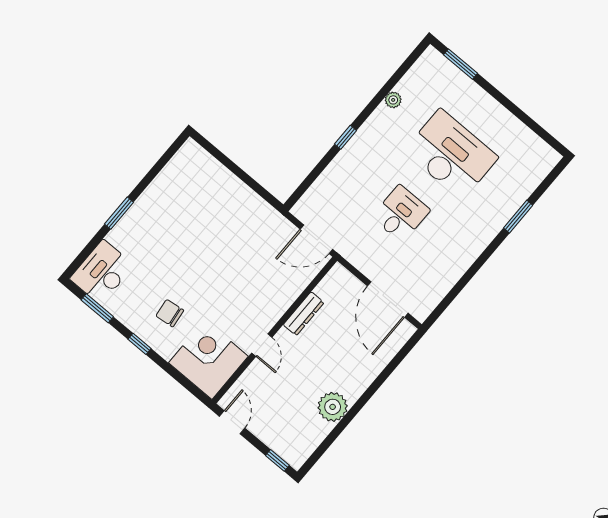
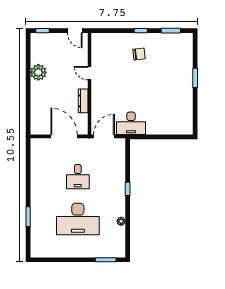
desk: (102, 272) -> (131, 123), moved, turned 90
door: (388, 299) -> (64, 136), moved
corner desk: (208, 360) -> (107, 48), removed

